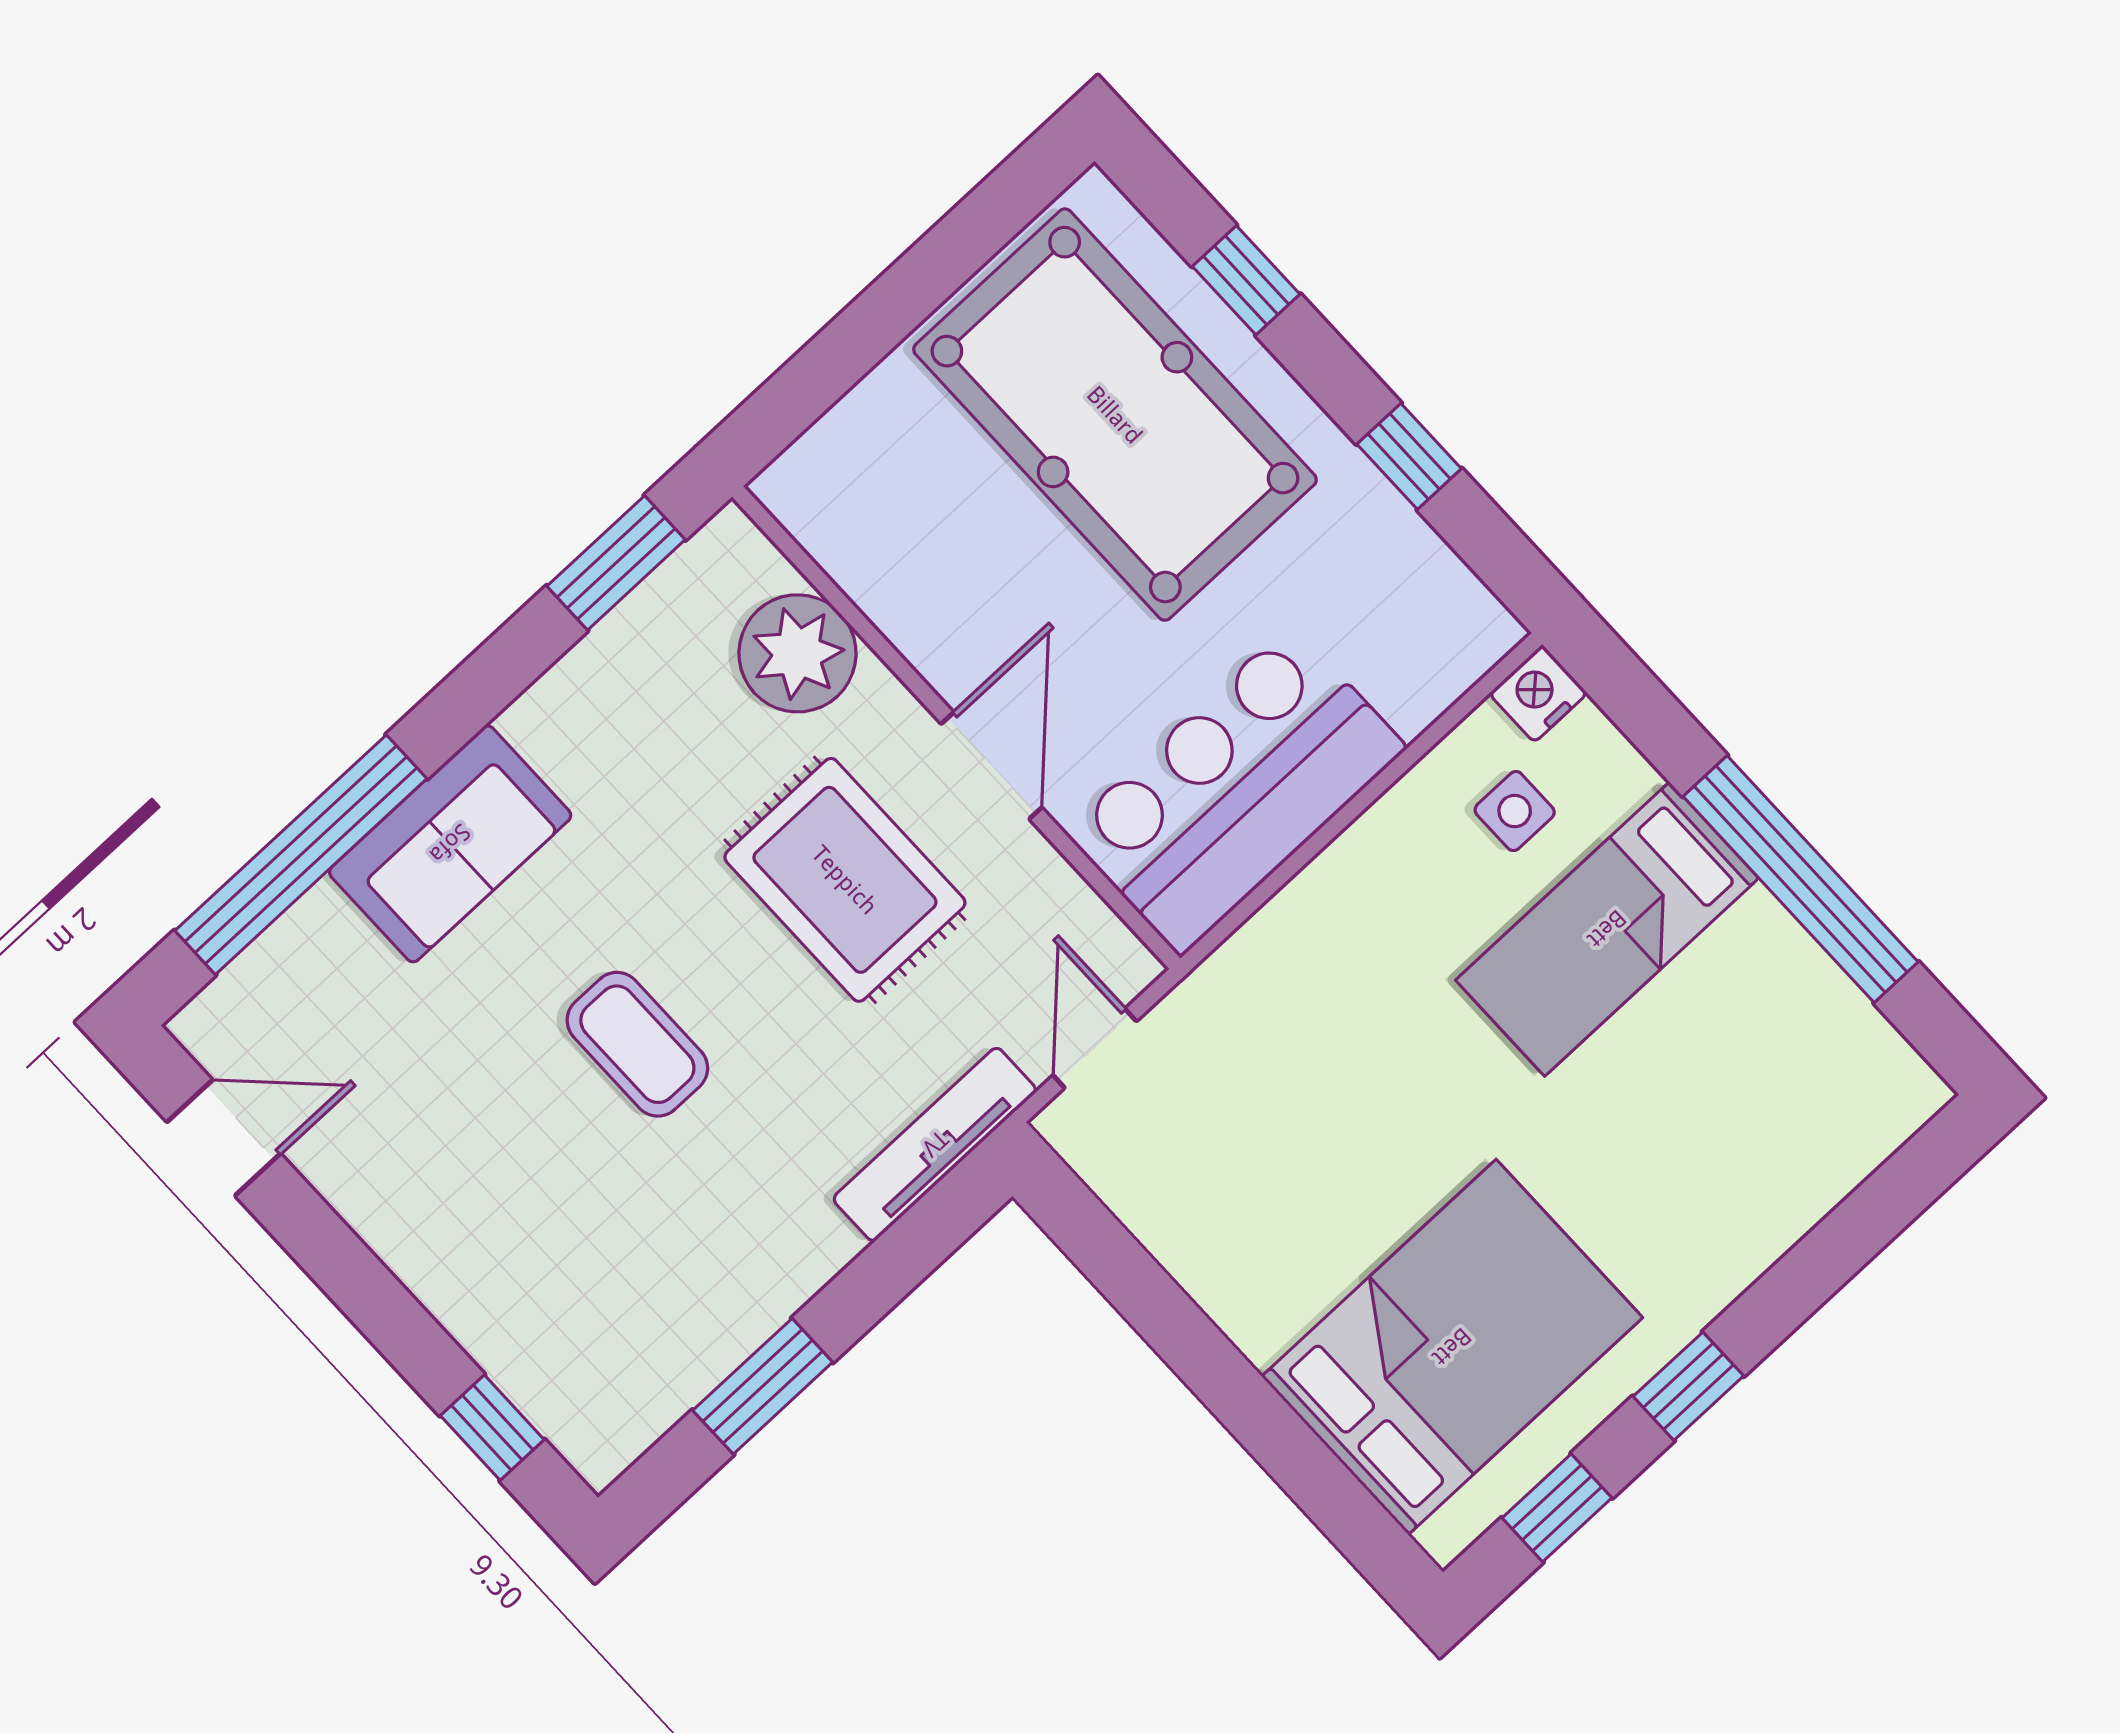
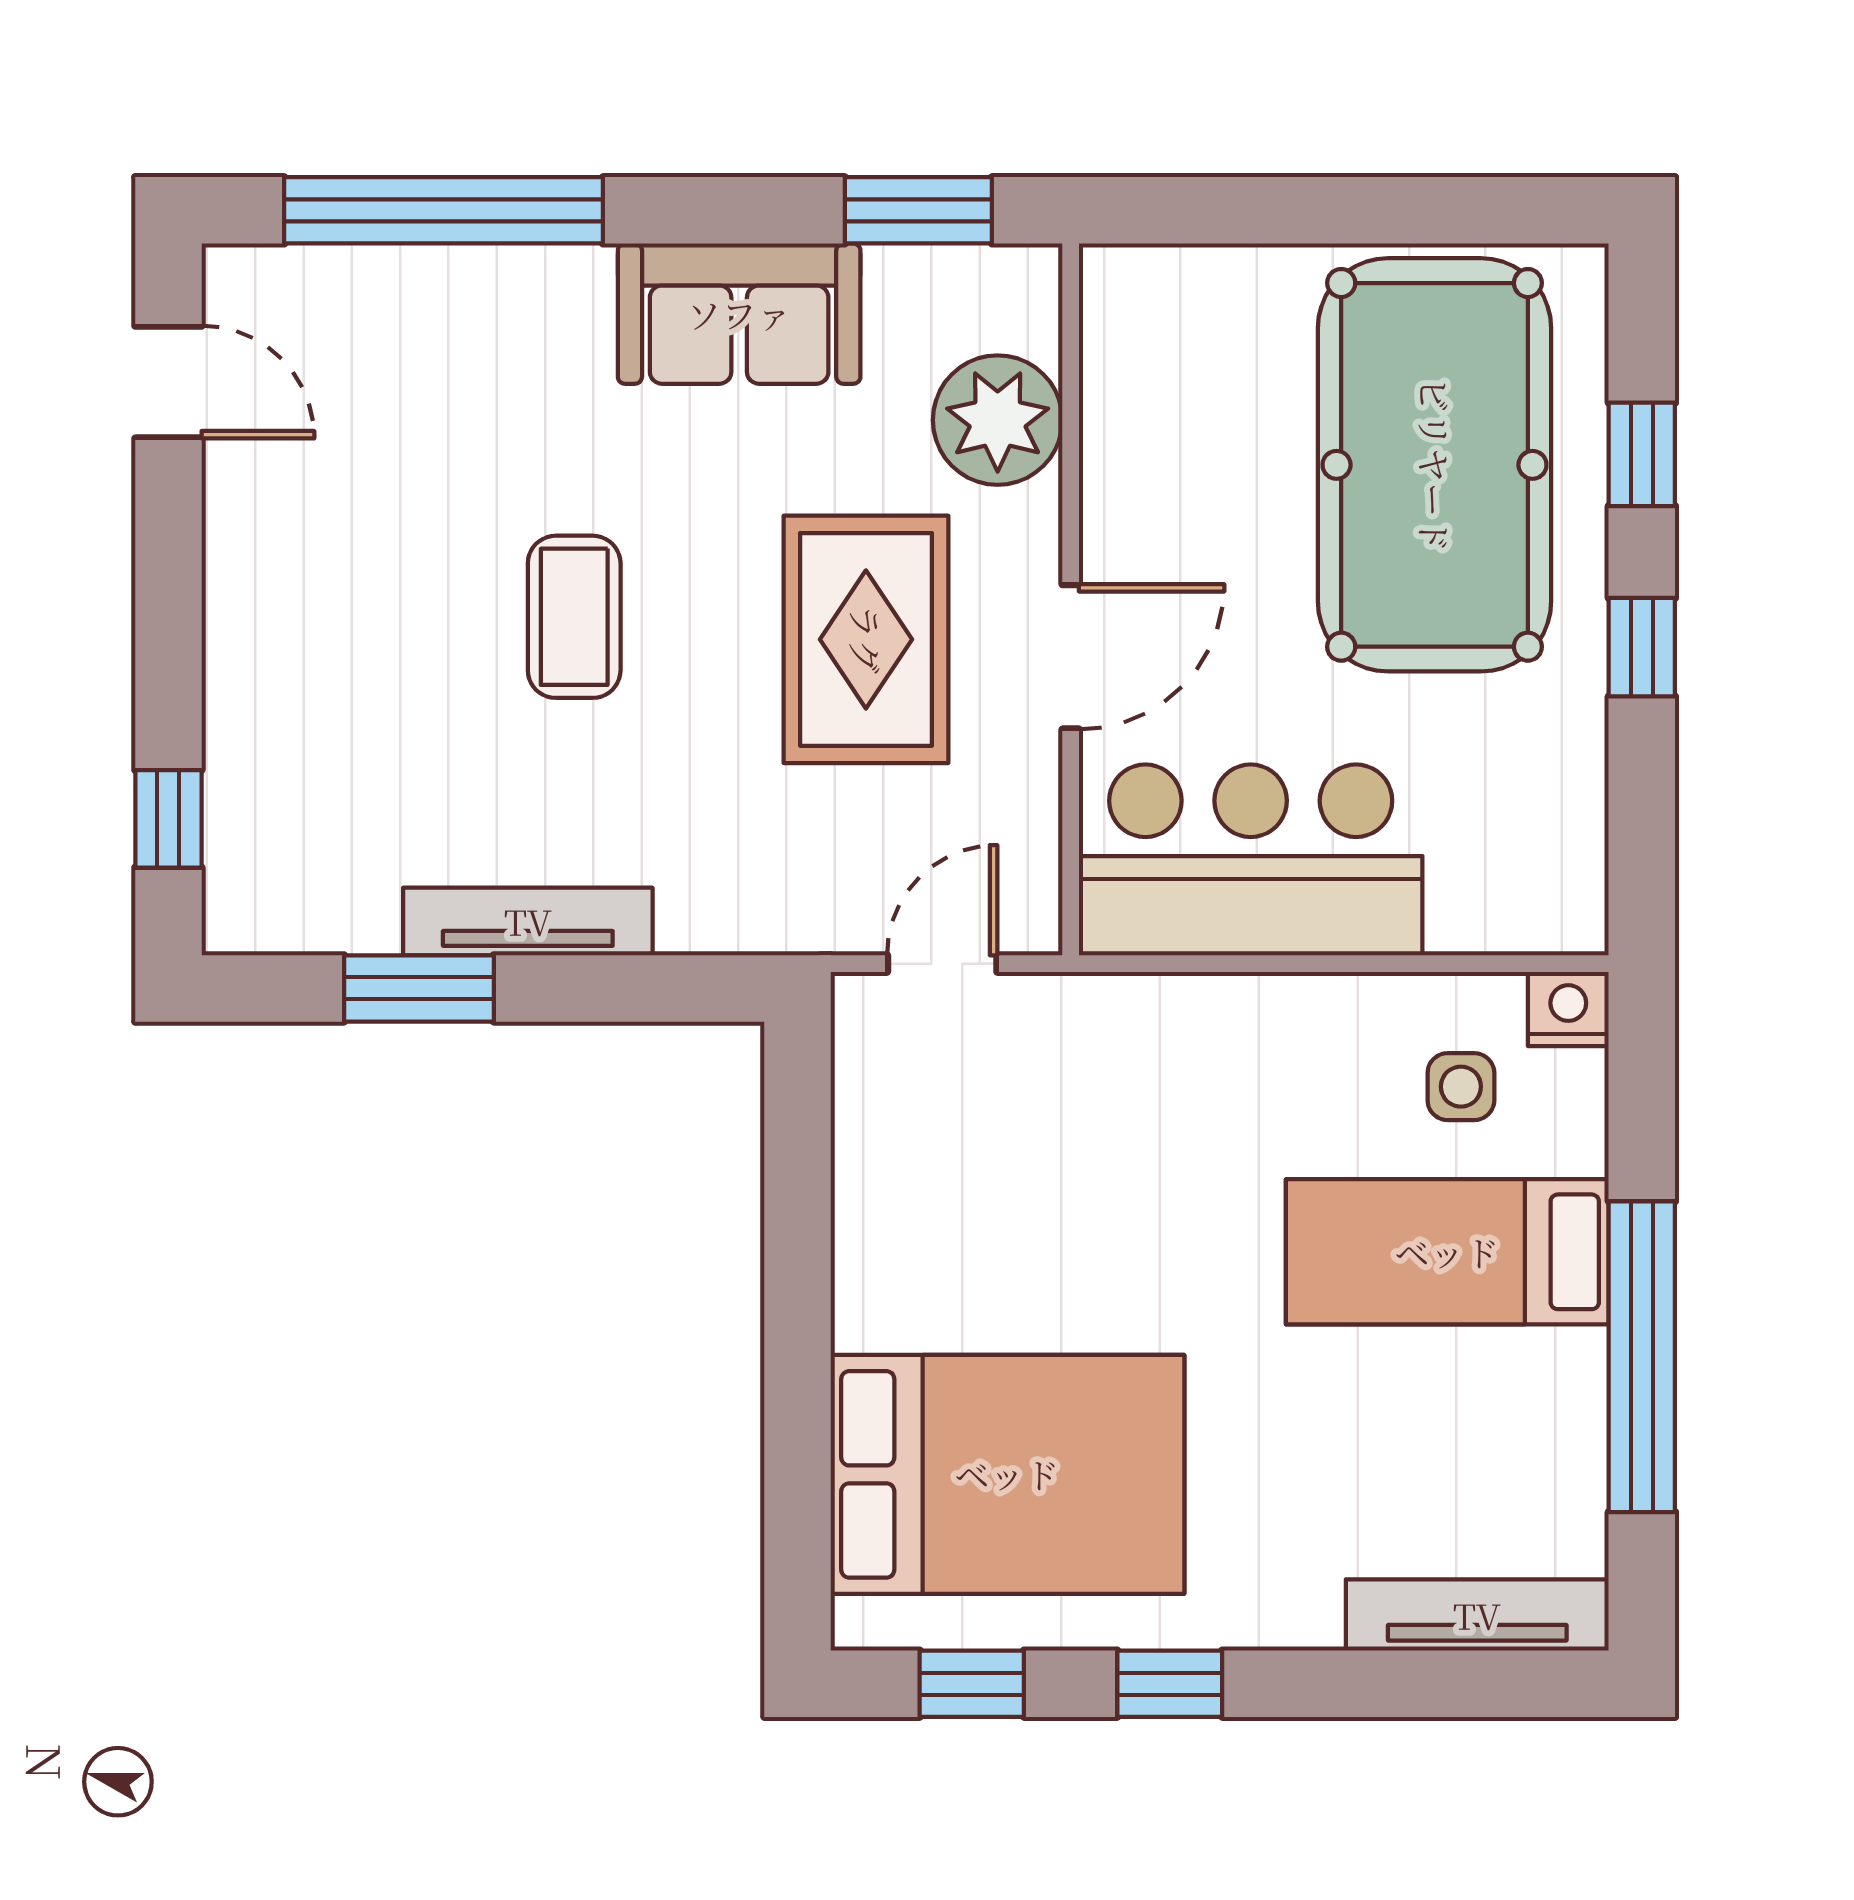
window: (1409, 456) -> (1642, 647), moved
sofa: (450, 844) -> (739, 314), moved
tv unit: (935, 1144) -> (528, 921), moved
tv unit: (1850, 1152) -> (1477, 1615), added

